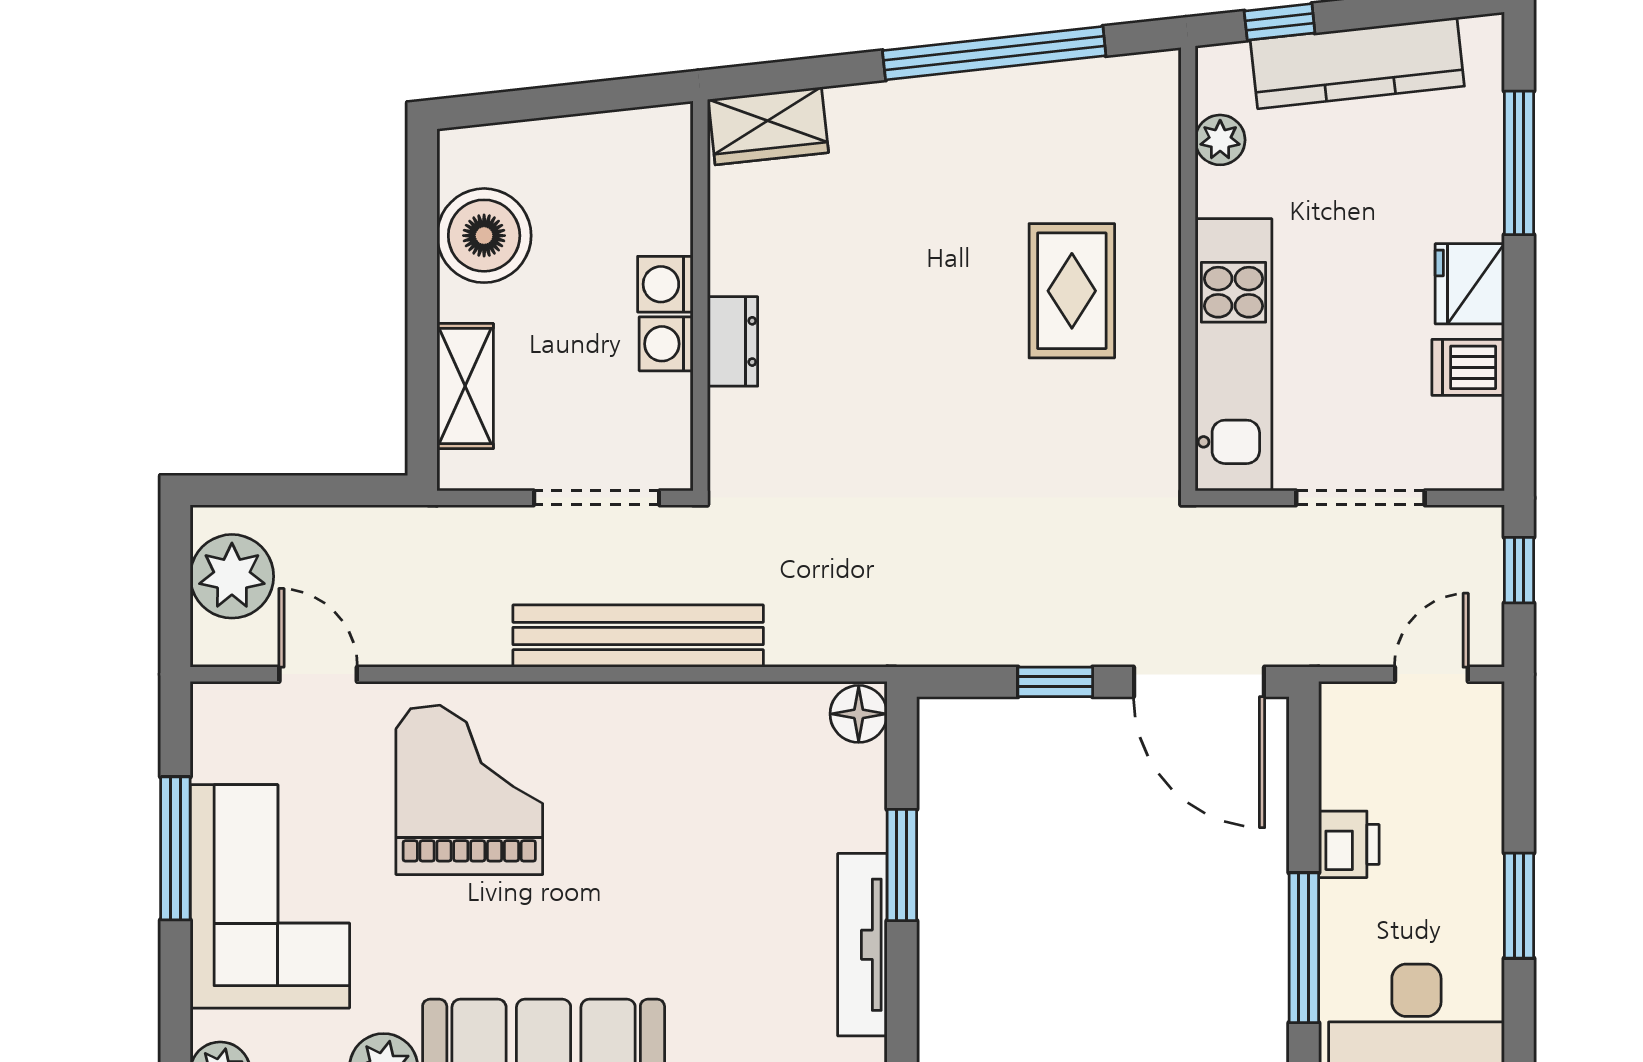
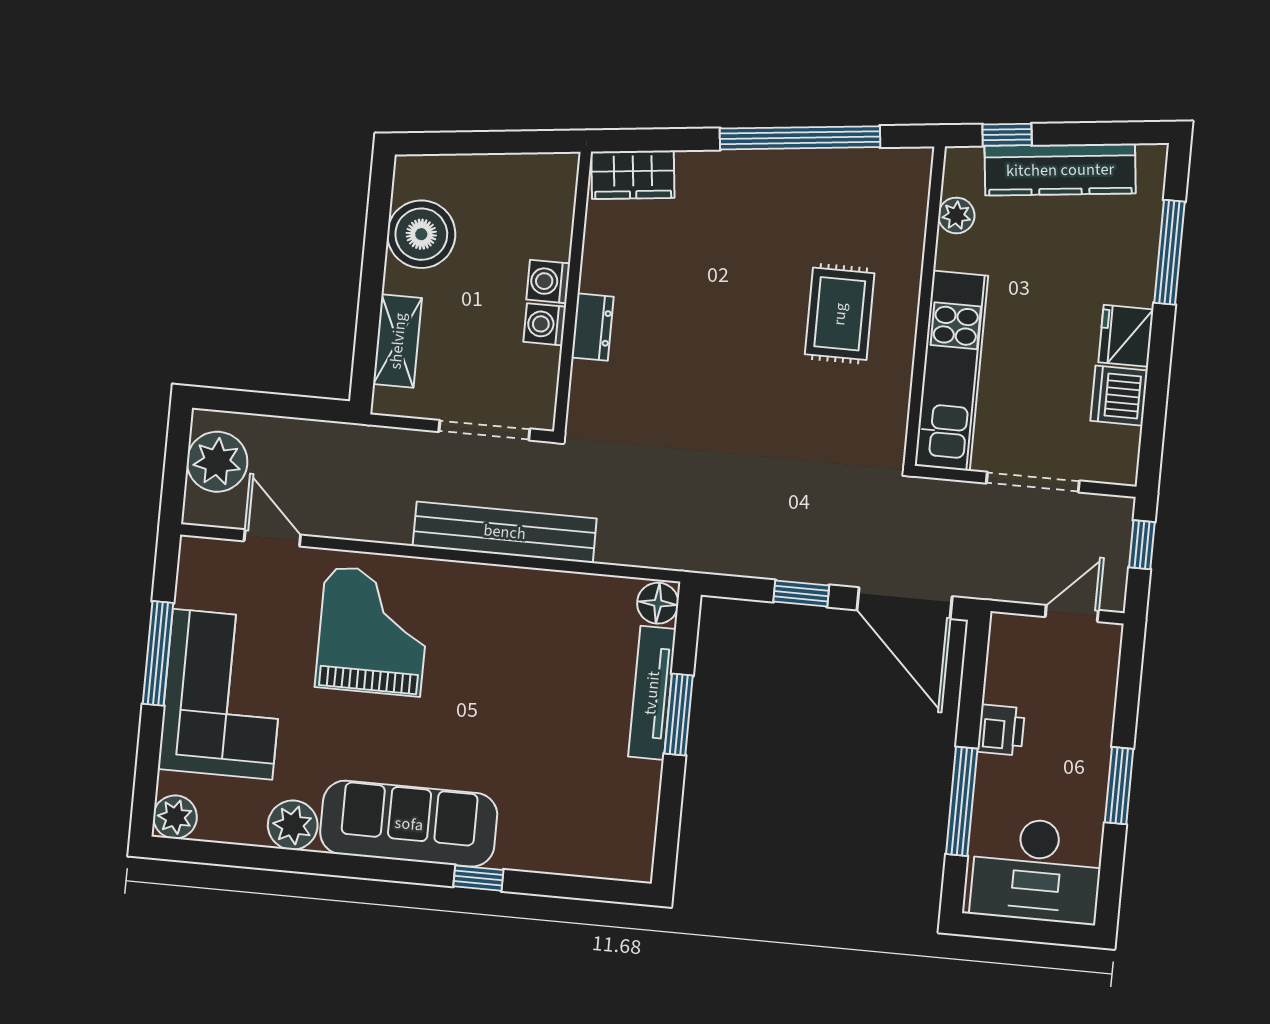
dishwasher: (1468, 367) -> (1119, 396), width x1.38
tv unit: (862, 945) -> (652, 693), moved

